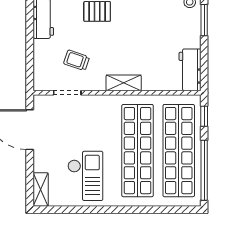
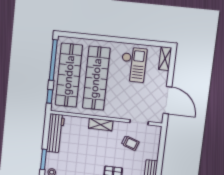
workbench: (190, 70) -> (55, 133), width x1.38
checkout: (85, 176) -> (133, 65), turned 180

